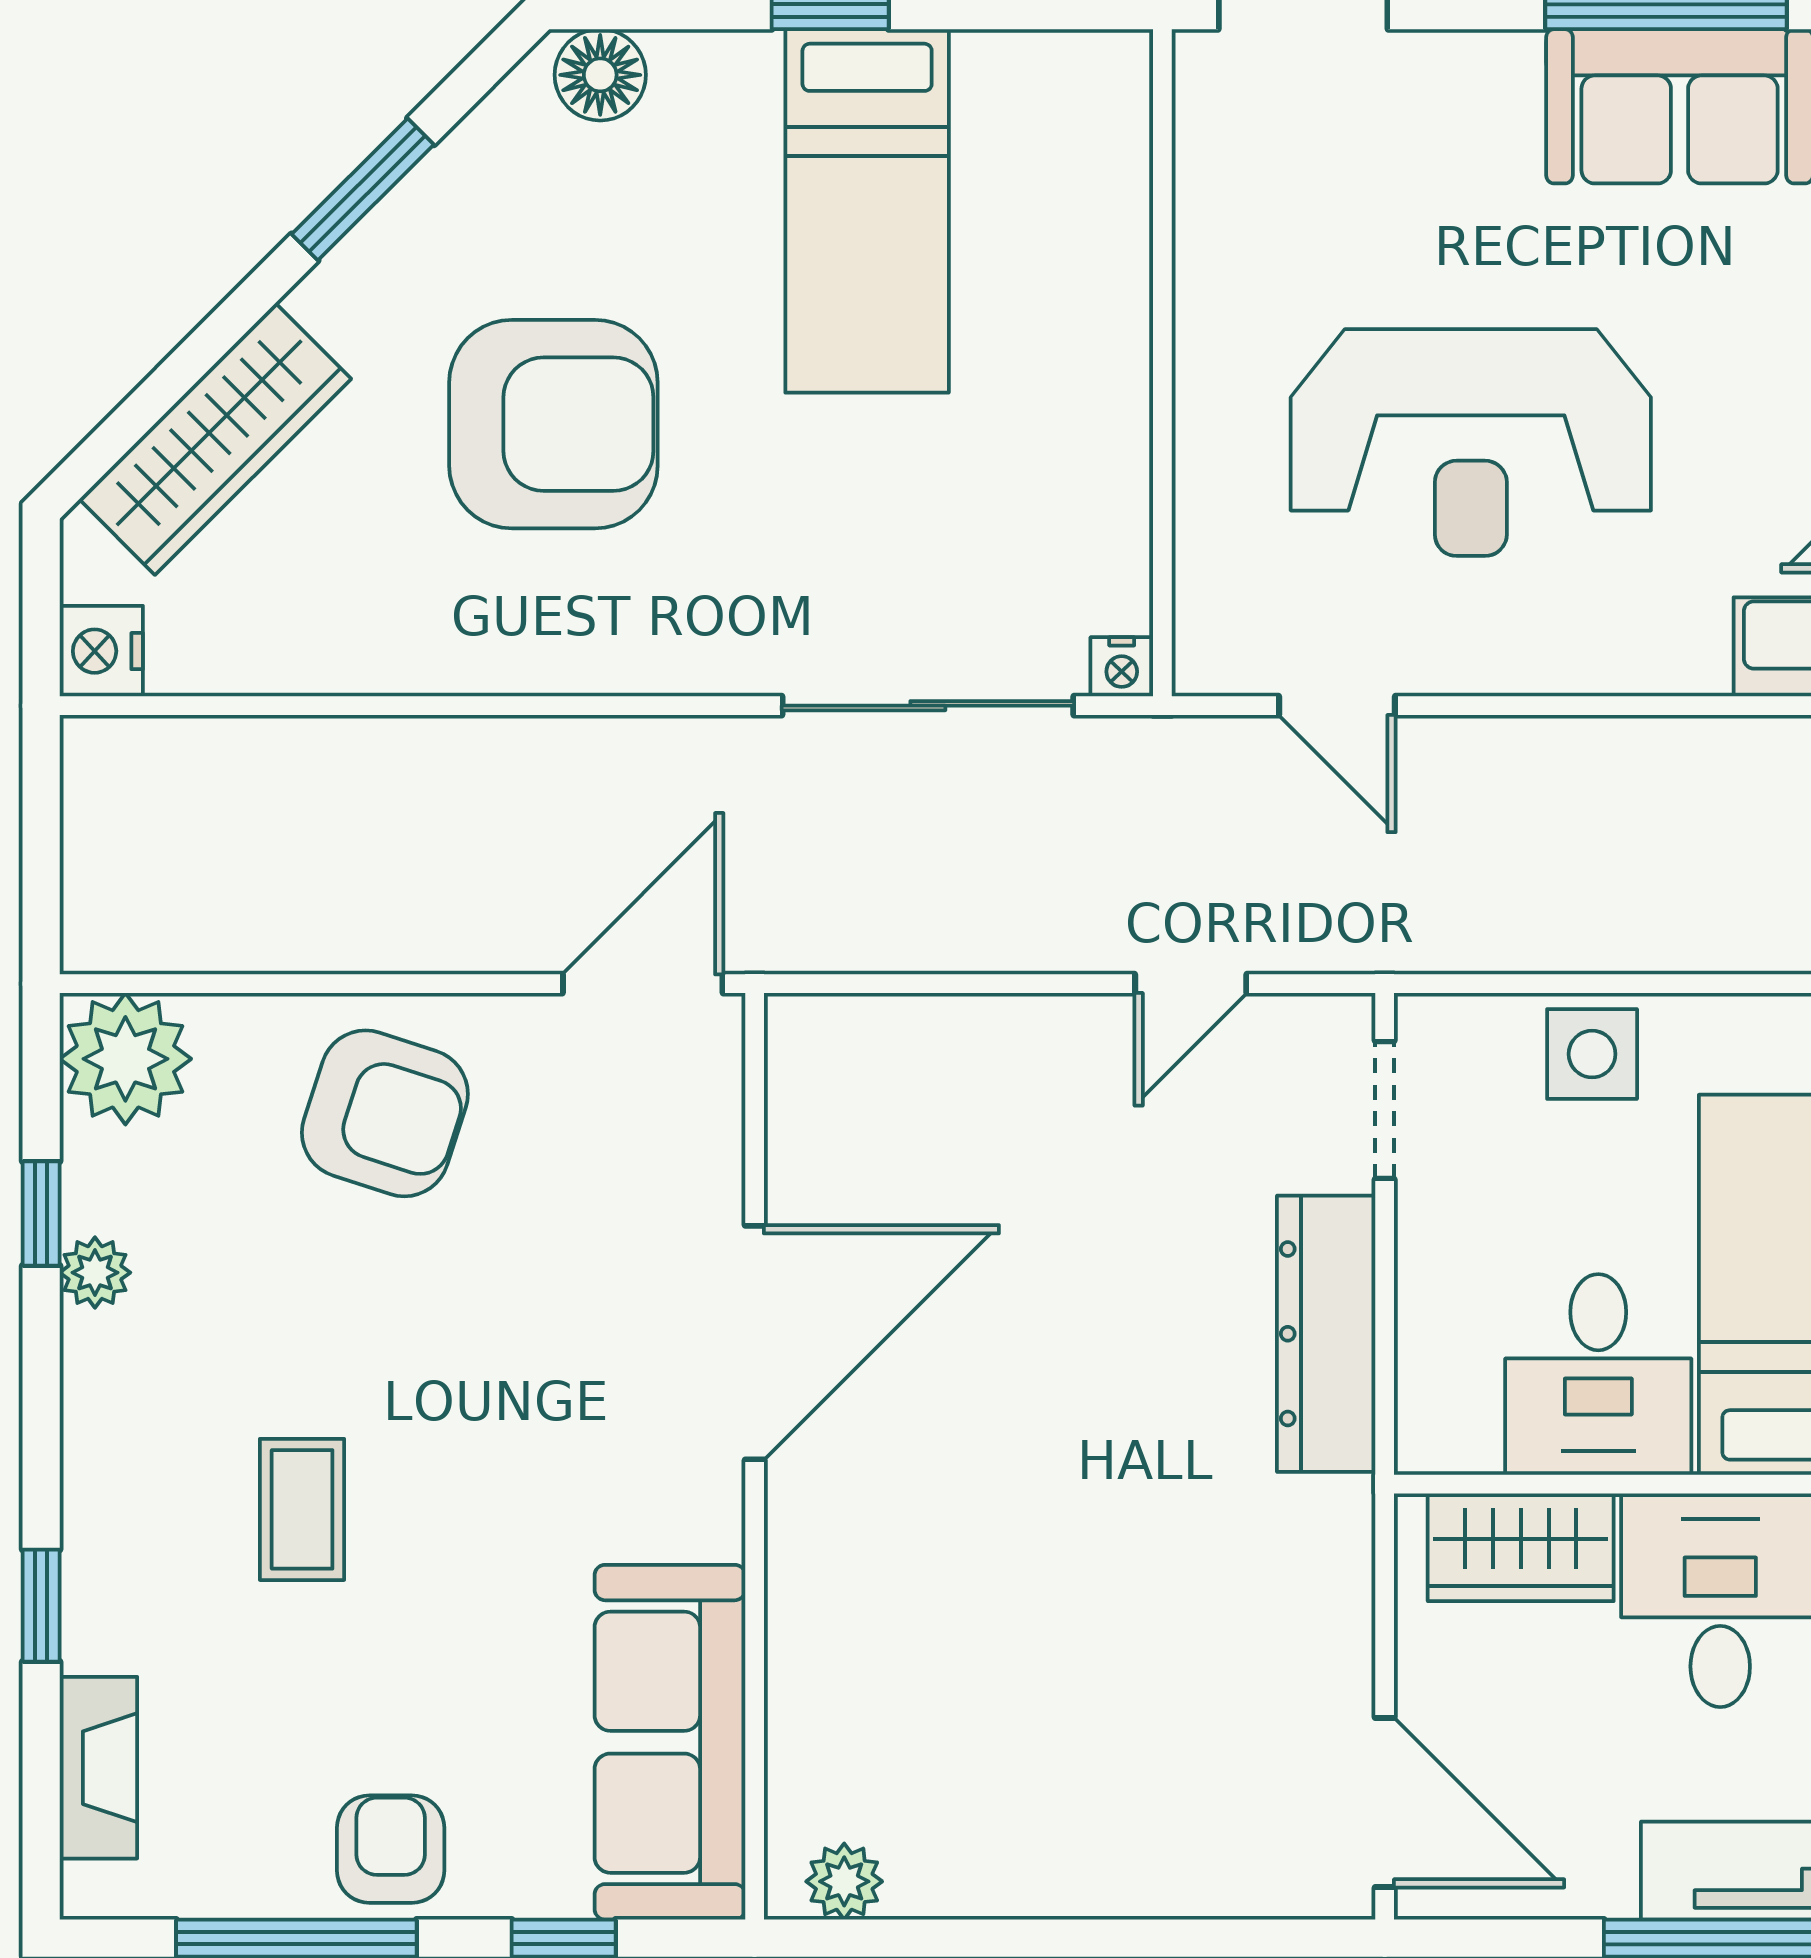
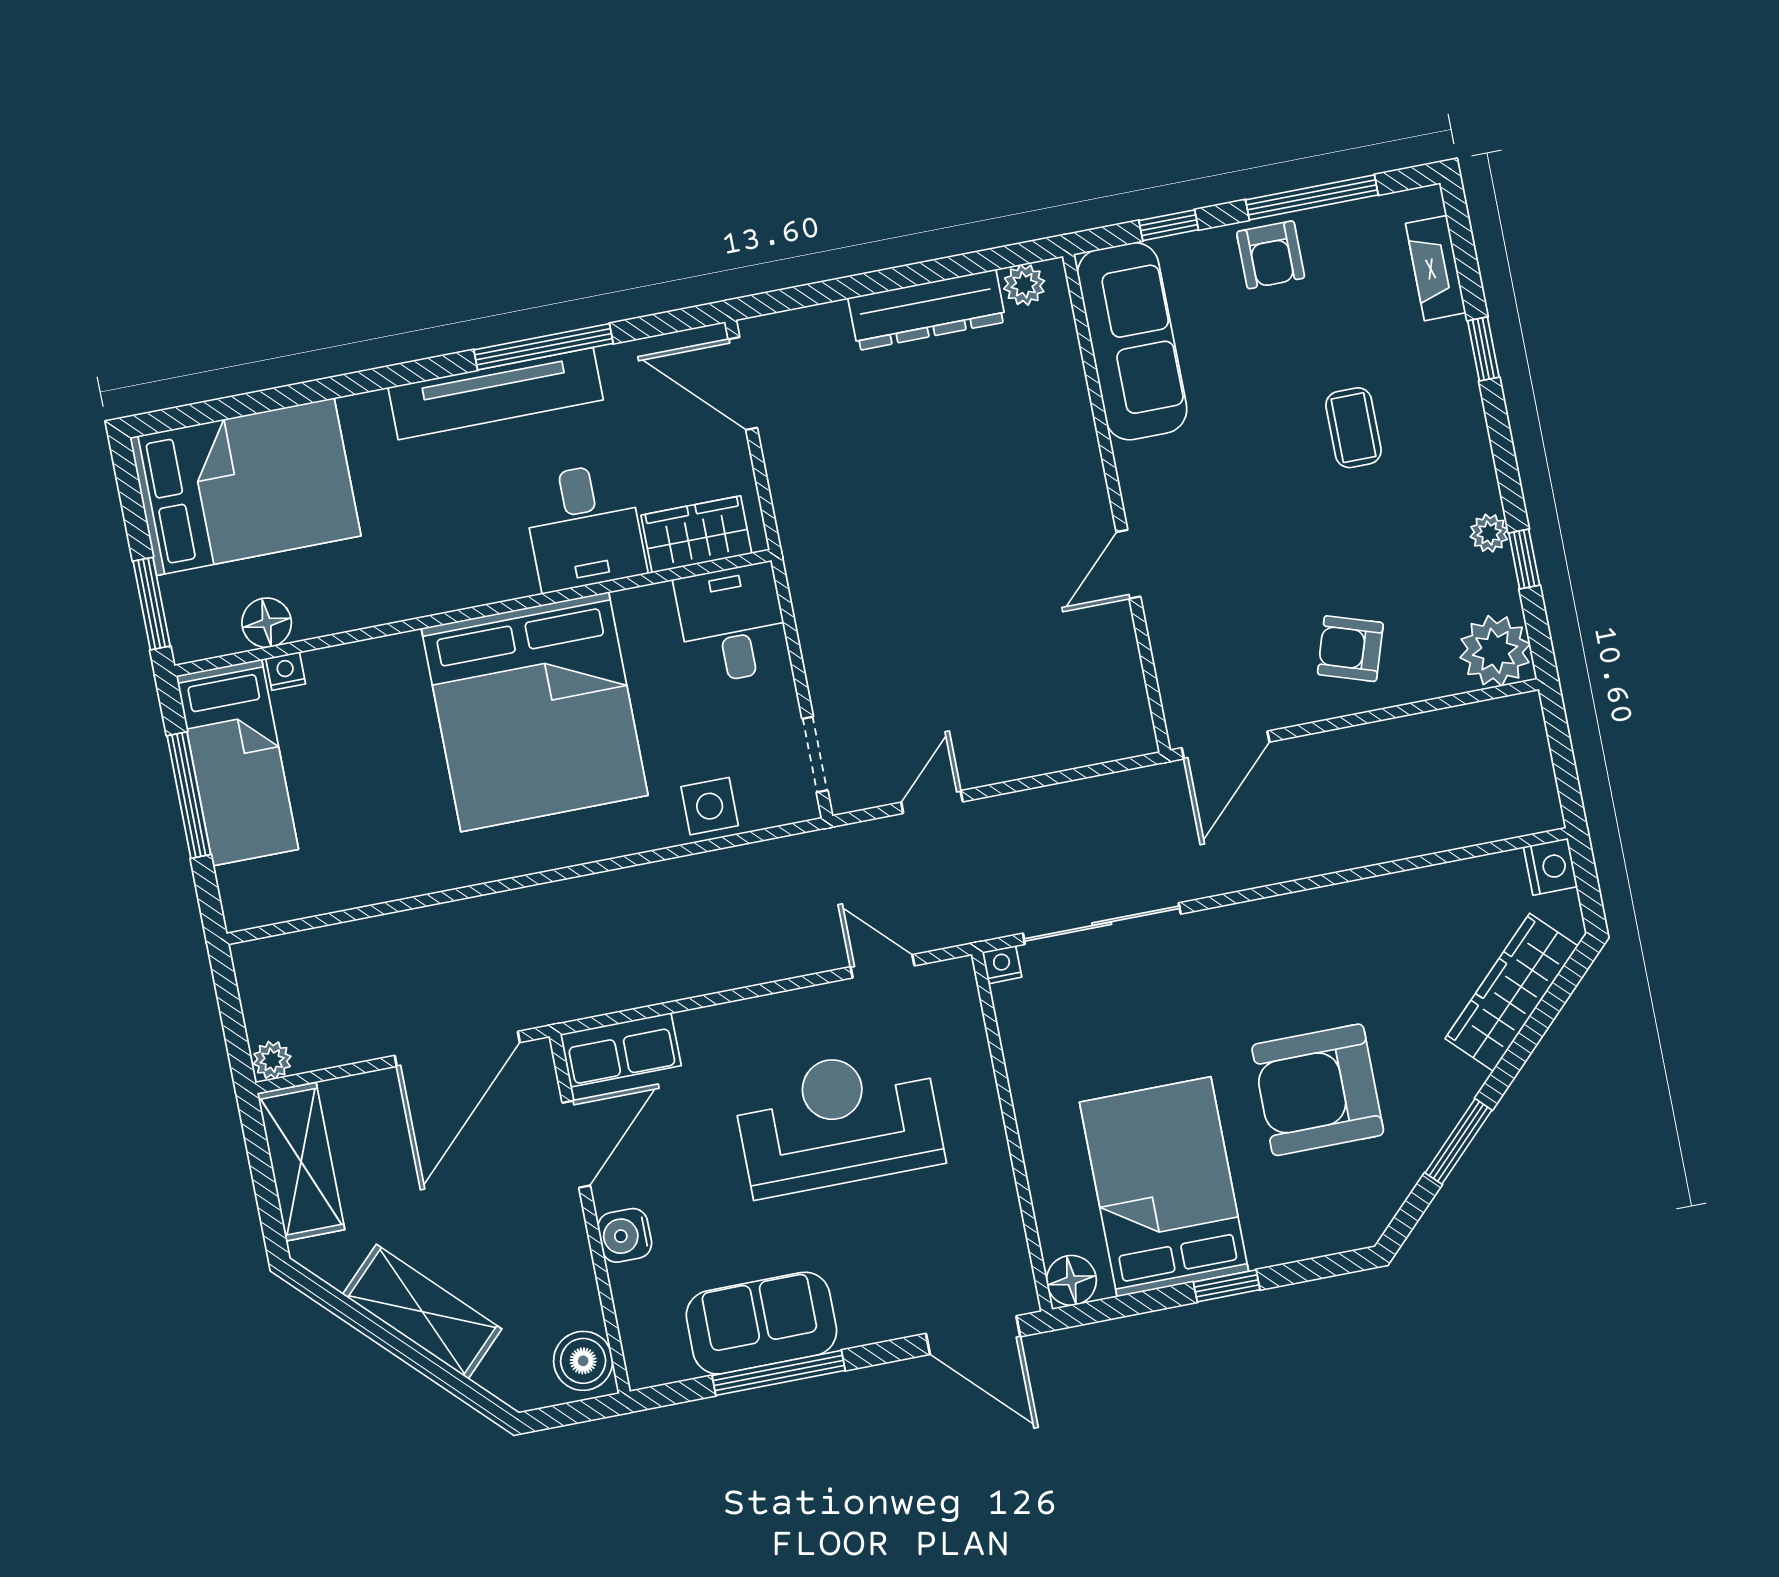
floor lamp: (600, 75) -> (1071, 1280), moved
bed: (867, 211) -> (1164, 1187), width x1.50
armchair: (553, 424) -> (1318, 1090), moved
armchair: (385, 1113) -> (1350, 649), width x0.72, depth x0.72
dresser: (1326, 1334) -> (927, 310), moved, turned 90
door: (755, 1343) -> (1128, 564), width x0.53
desk: (1598, 1374) -> (733, 623), moved

